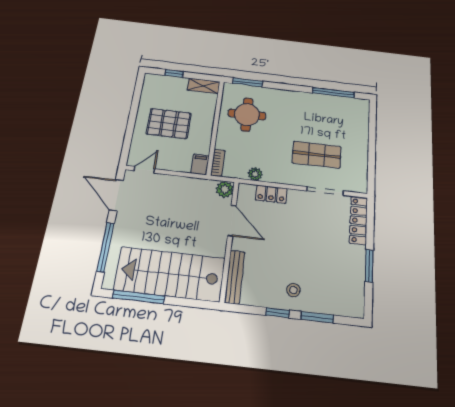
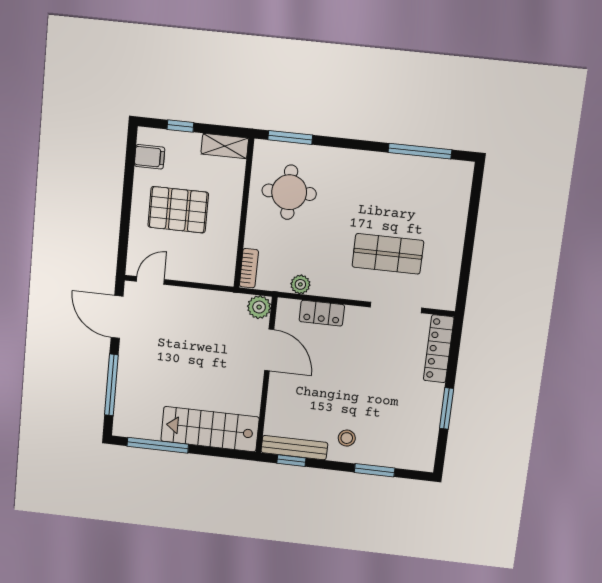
filing cabinet: (200, 164) -> (150, 157), moved, turned 90
stairs: (170, 274) -> (210, 429), width x0.73, depth x0.66
bench: (235, 277) -> (294, 448), moved, turned 90
window: (277, 313) -> (291, 461), moved

